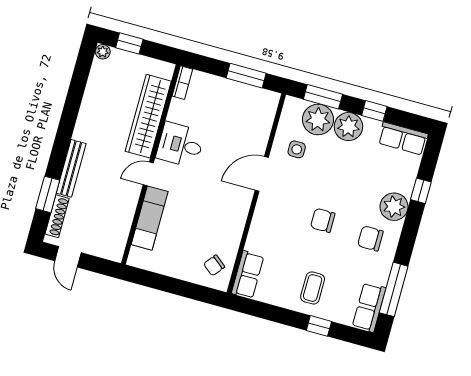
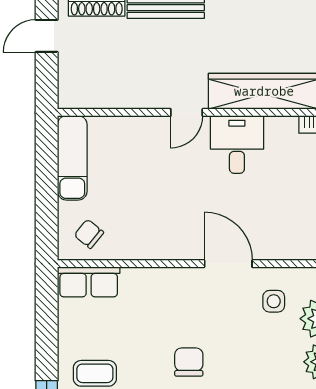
door: (148, 174) -> (187, 112), swing flipped
exam couch: (150, 218) -> (72, 158), moved, turned -90

